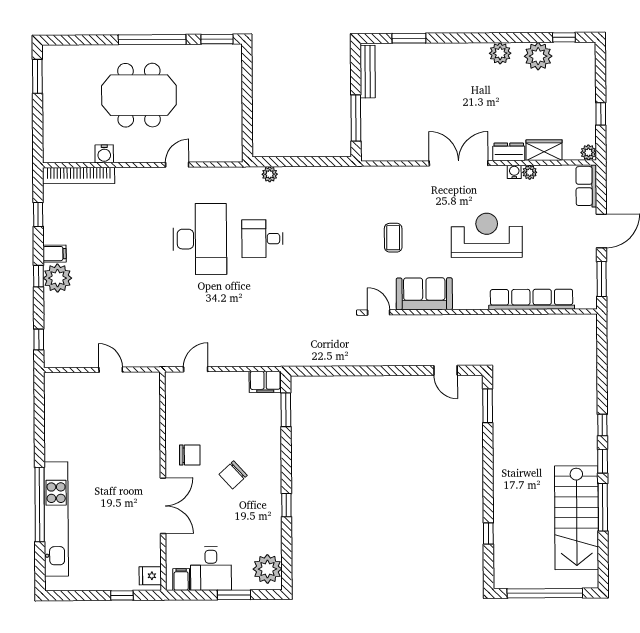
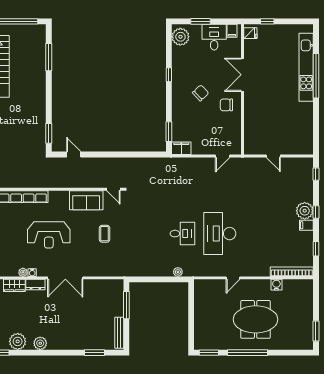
window: (488, 534) -> (49, 57), width x2.17

